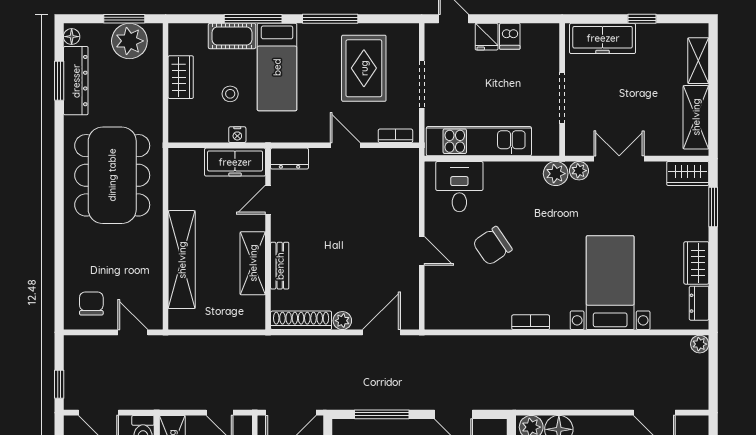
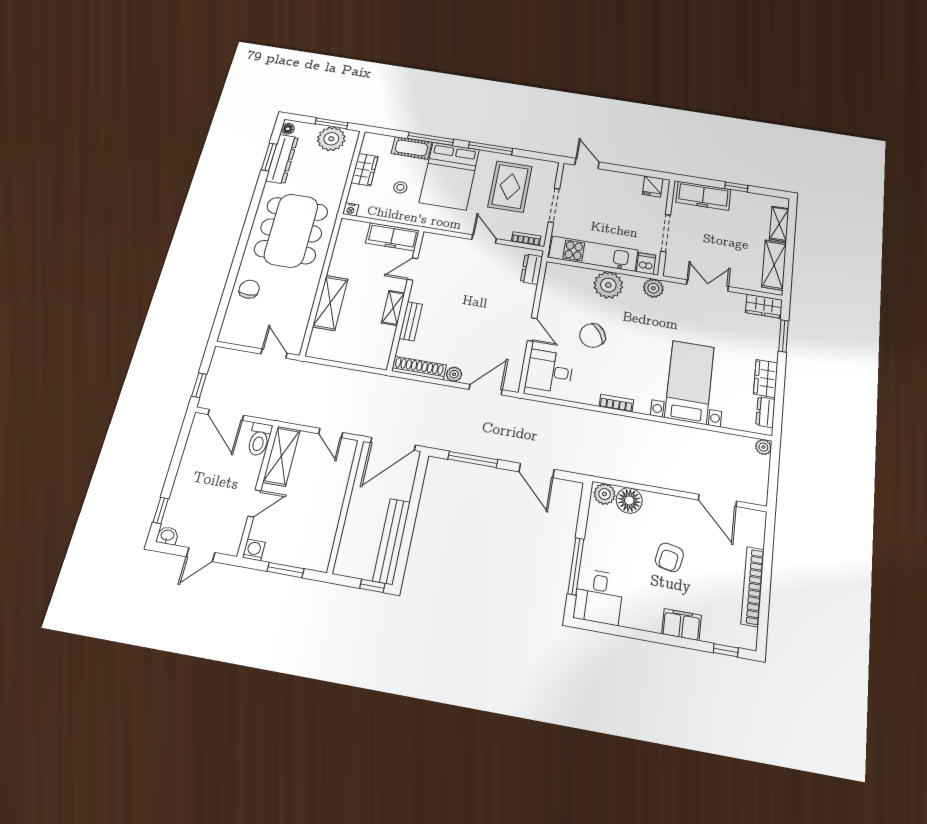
dishwasher: (510, 36) -> (646, 263), moved, turned 180
fridge: (487, 37) -> (653, 187), moved
bed: (277, 67) -> (449, 176), width x1.50
nightstand: (237, 135) -> (351, 209), moved
dresser: (290, 159) -> (532, 269), moved, turned 90
plant: (579, 171) -> (608, 285), moved, width x1.88, depth x1.88
desk: (459, 187) -> (549, 371), moved, turned -90
shelving: (182, 260) -> (330, 303), width x0.68
shelving: (253, 263) -> (393, 308), width x0.67, depth x0.75
chair: (91, 303) -> (249, 289), moved

